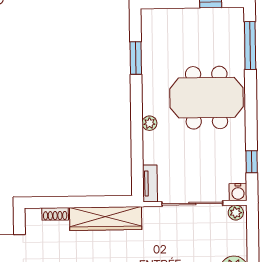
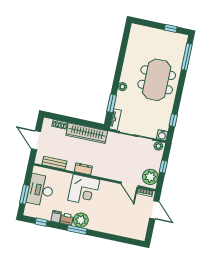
window: (136, 58) -> (112, 103), moved
meeting table: (207, 98) -> (157, 80), turned 90
window: (253, 247) -> (163, 167), added

